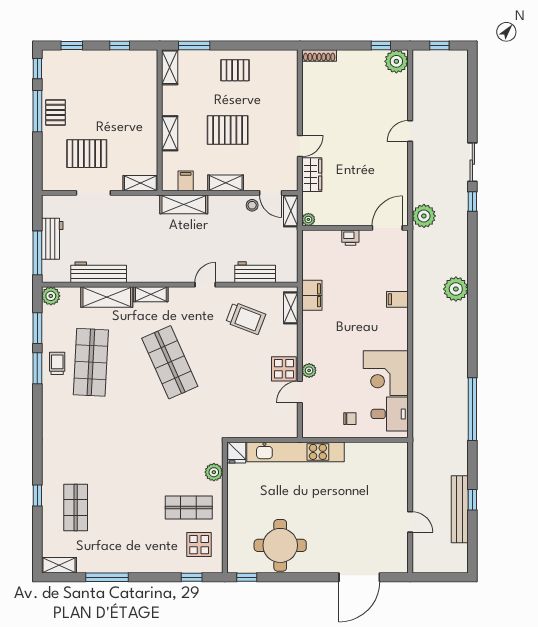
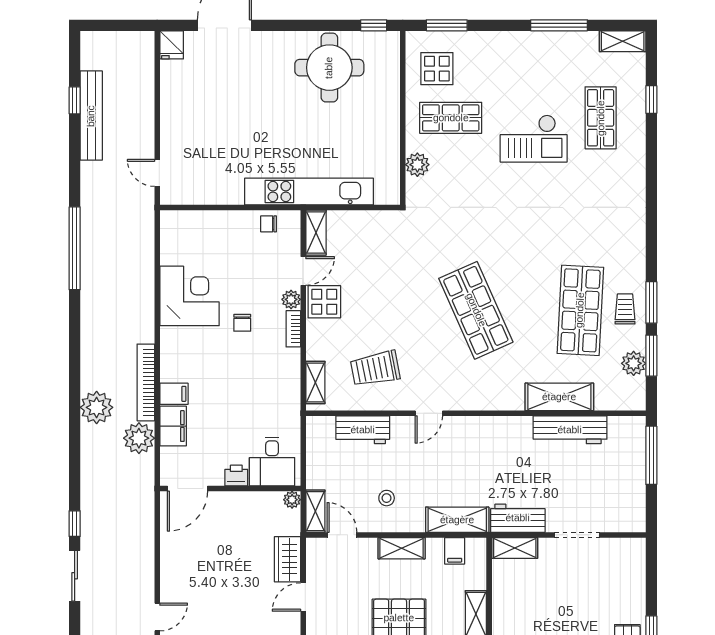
pallet: (87, 154) -> (586, 587), removed
stool: (252, 205) -> (387, 498), moved
plant: (424, 216) -> (139, 438), moved
workbench: (52, 239) -> (518, 518), moved, turned 90
shelving: (151, 294) -> (316, 233), moved, turned 90
filing cabinet: (312, 295) -> (173, 426), moved, turned 180
plant: (51, 296) -> (634, 363), moved
bookcase: (419, 308) -> (146, 382), added
trolley: (246, 318) -> (375, 369), turned -32
bookcase: (307, 348) -> (293, 329), added
chair: (346, 353) -> (242, 323), added
trolley: (57, 363) -> (625, 309), turned 180
desk: (390, 414) -> (272, 461), moved, turned -90
chair: (350, 419) -> (269, 224), moved
fridge: (237, 452) -> (172, 45), moved, turned 180
checkout: (126, 492) -> (534, 138), added
window: (37, 496) -> (651, 100), moved
window: (472, 500) -> (75, 100), moved
door: (410, 522) -> (157, 173), moved
window: (192, 577) -> (447, 25), width x1.50

